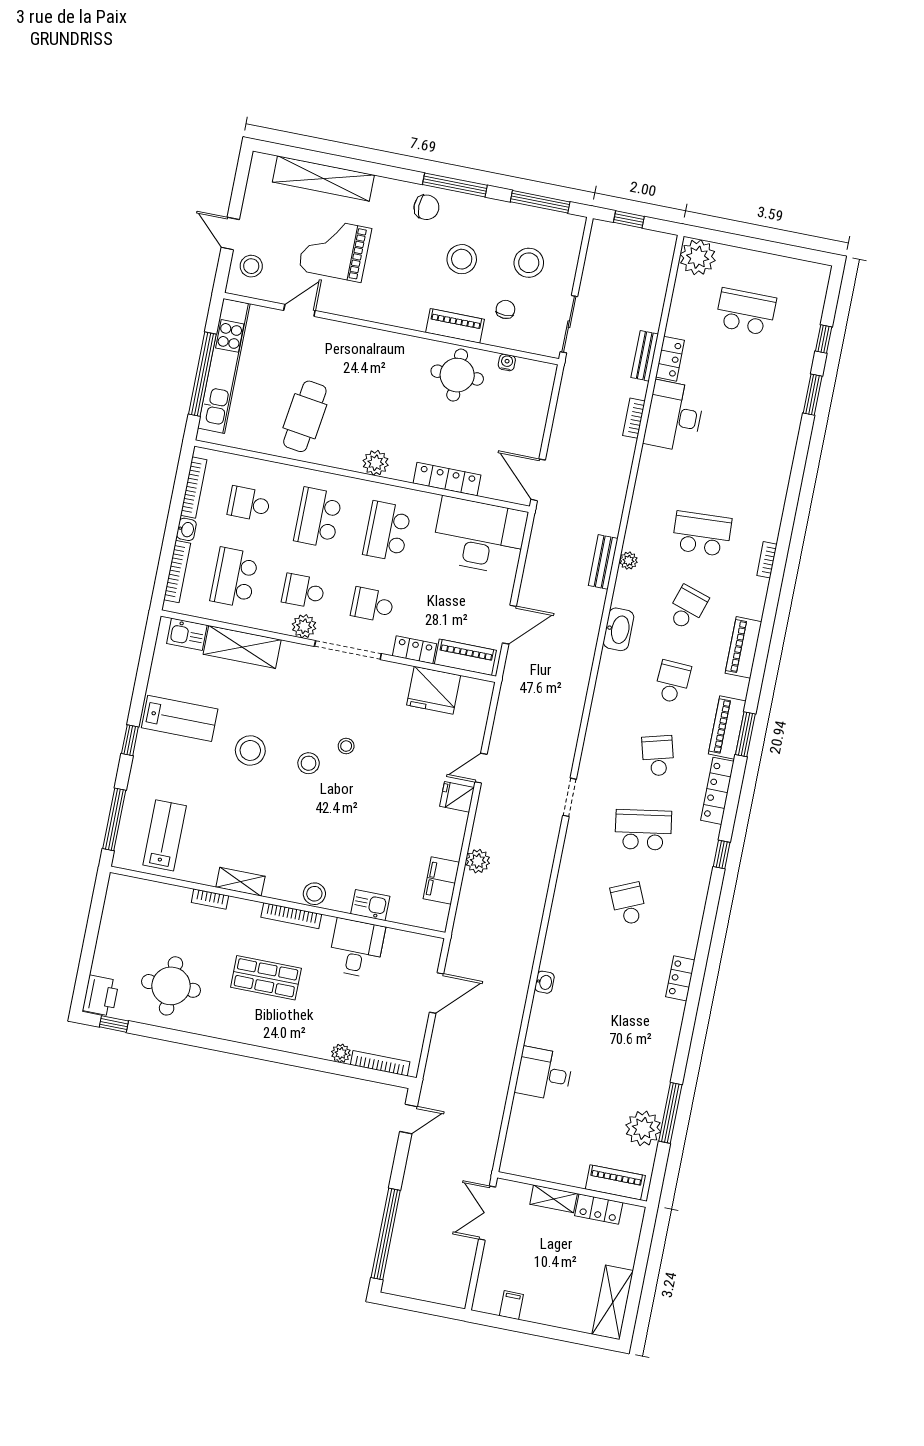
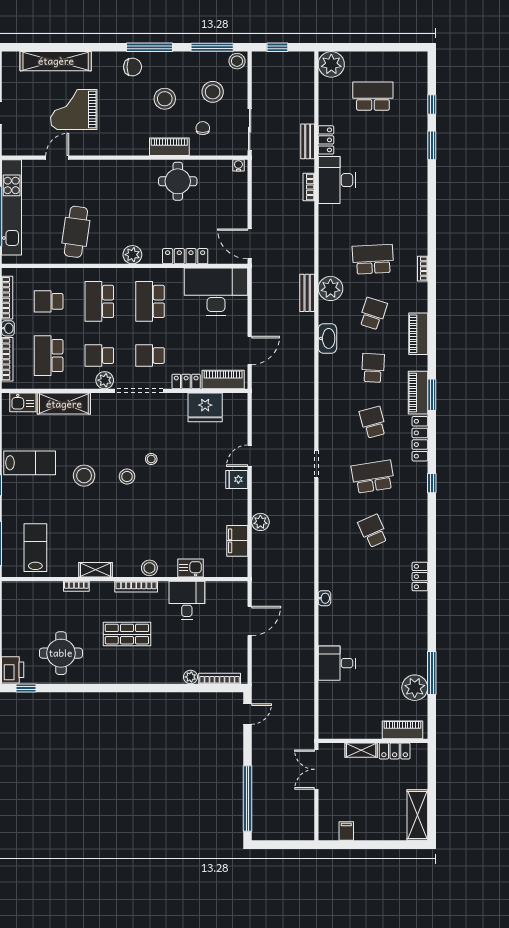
stool: (251, 266) -> (237, 61), moved
water cooler: (507, 362) -> (238, 165), moved
plant: (628, 561) -> (331, 288), width x1.87, depth x1.87

